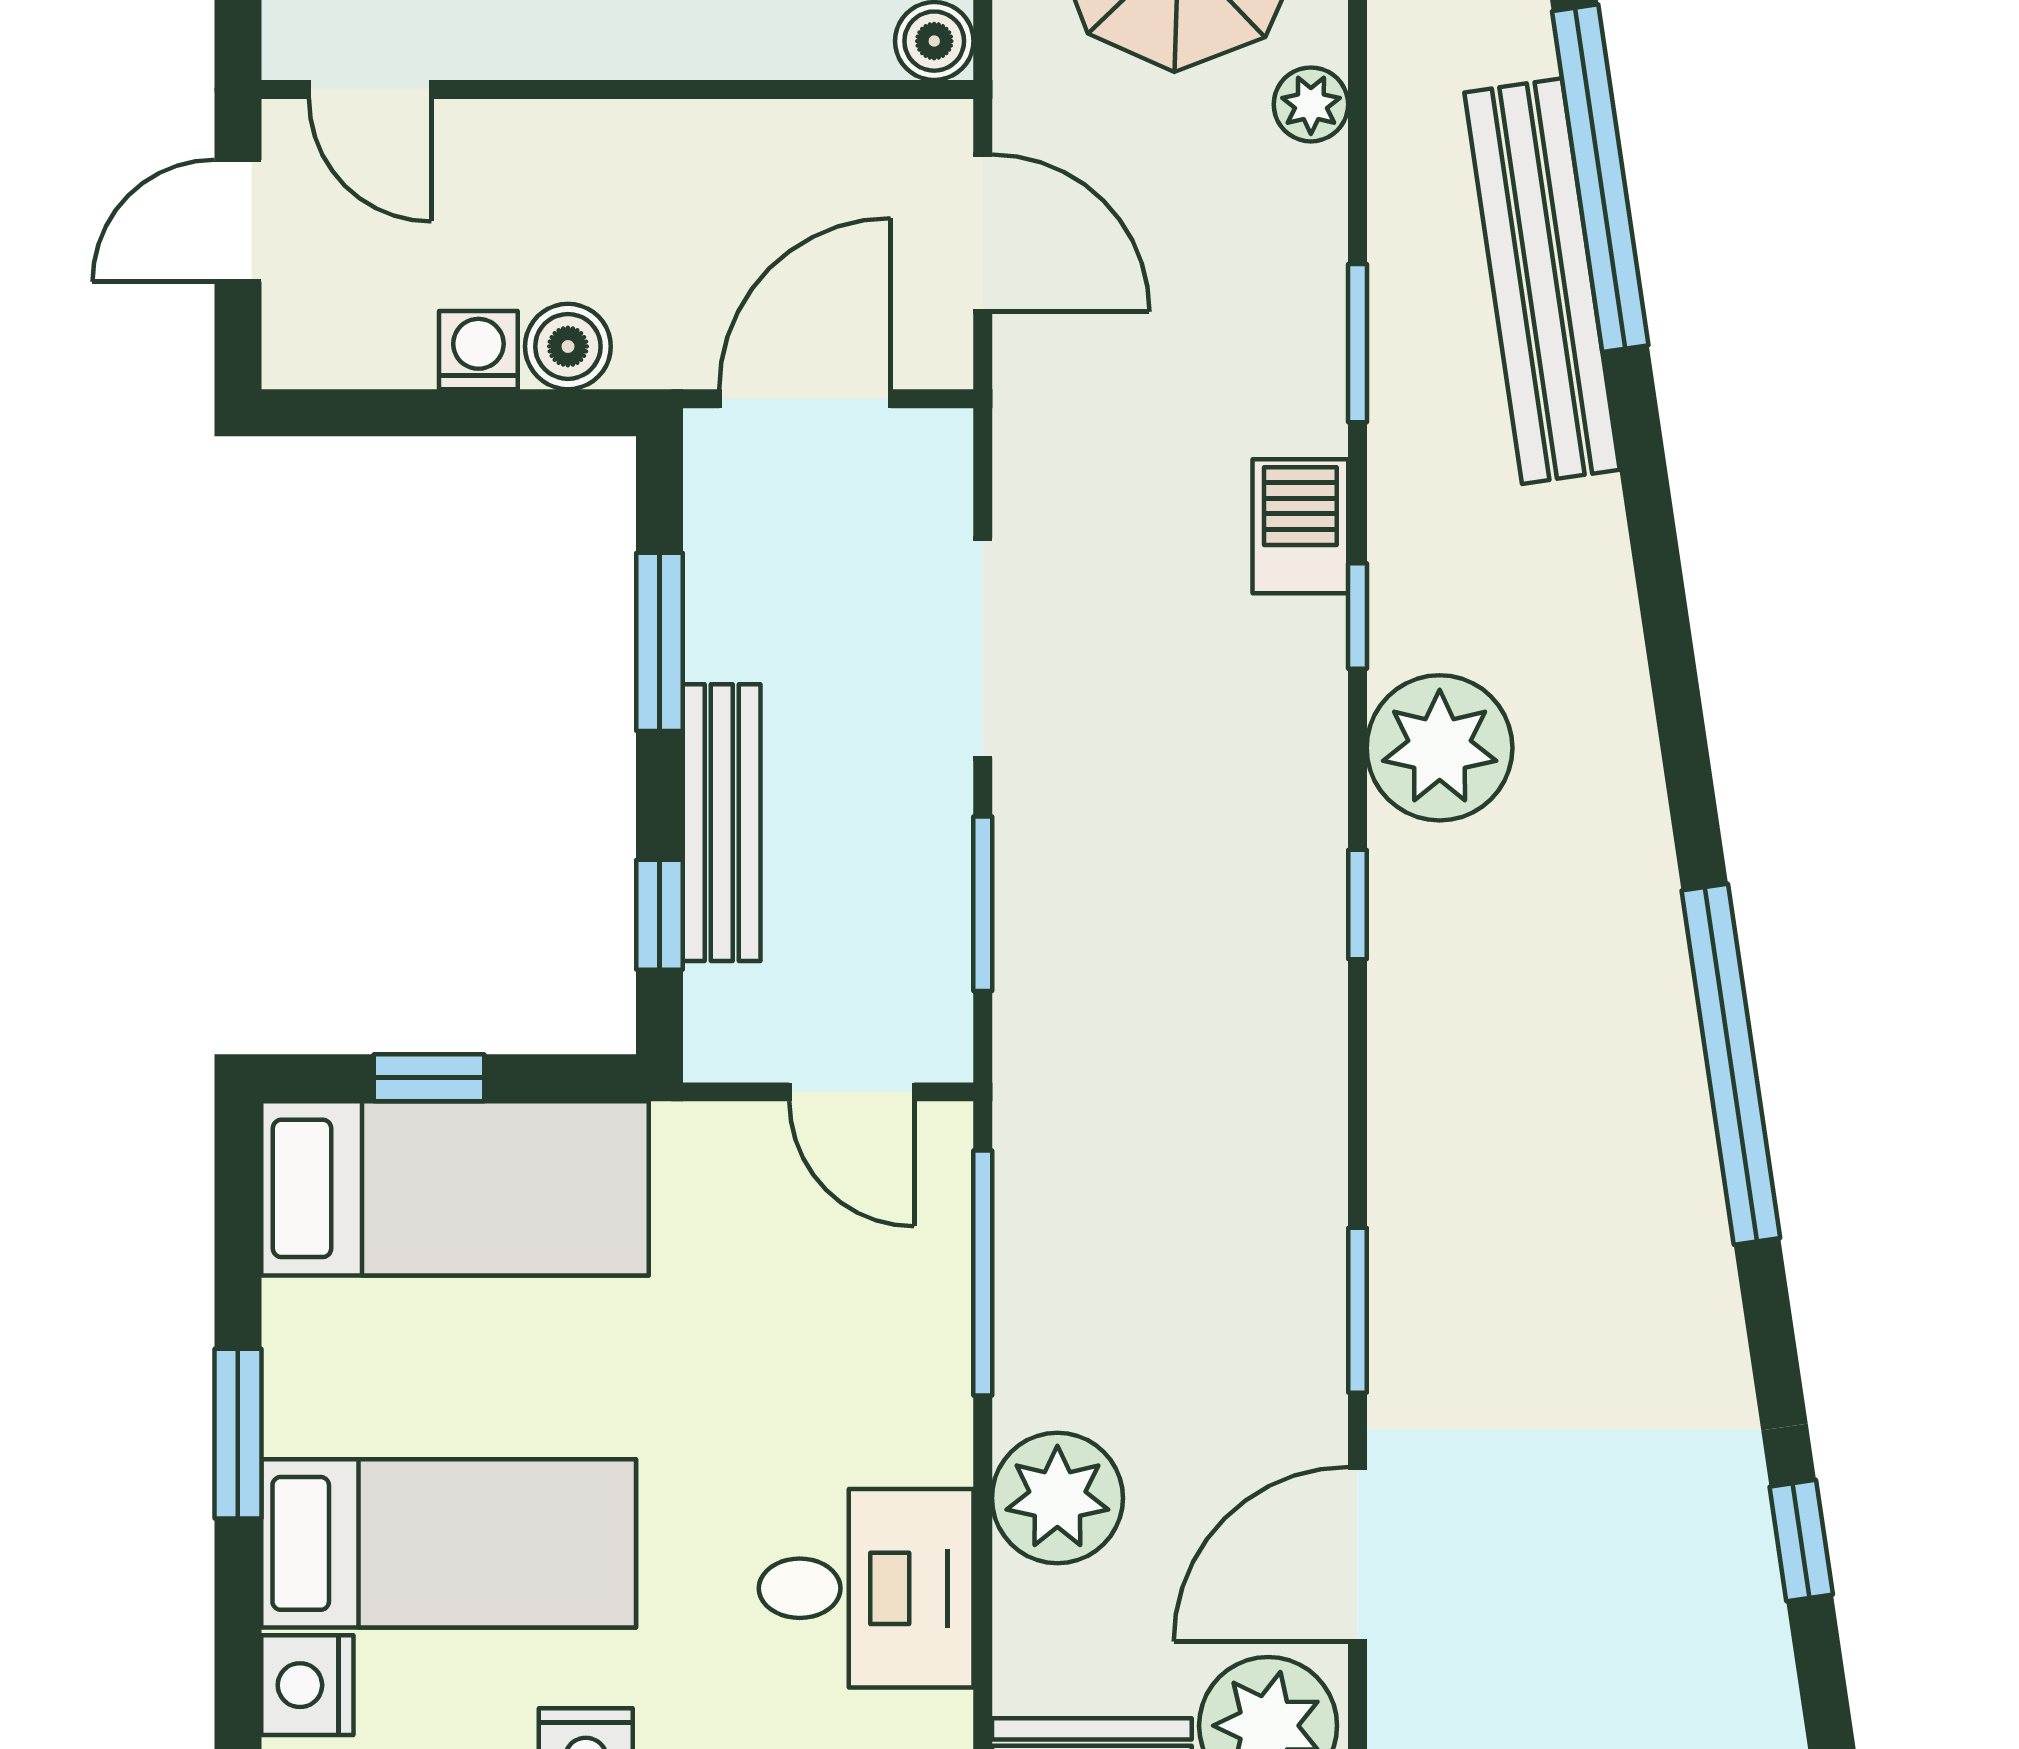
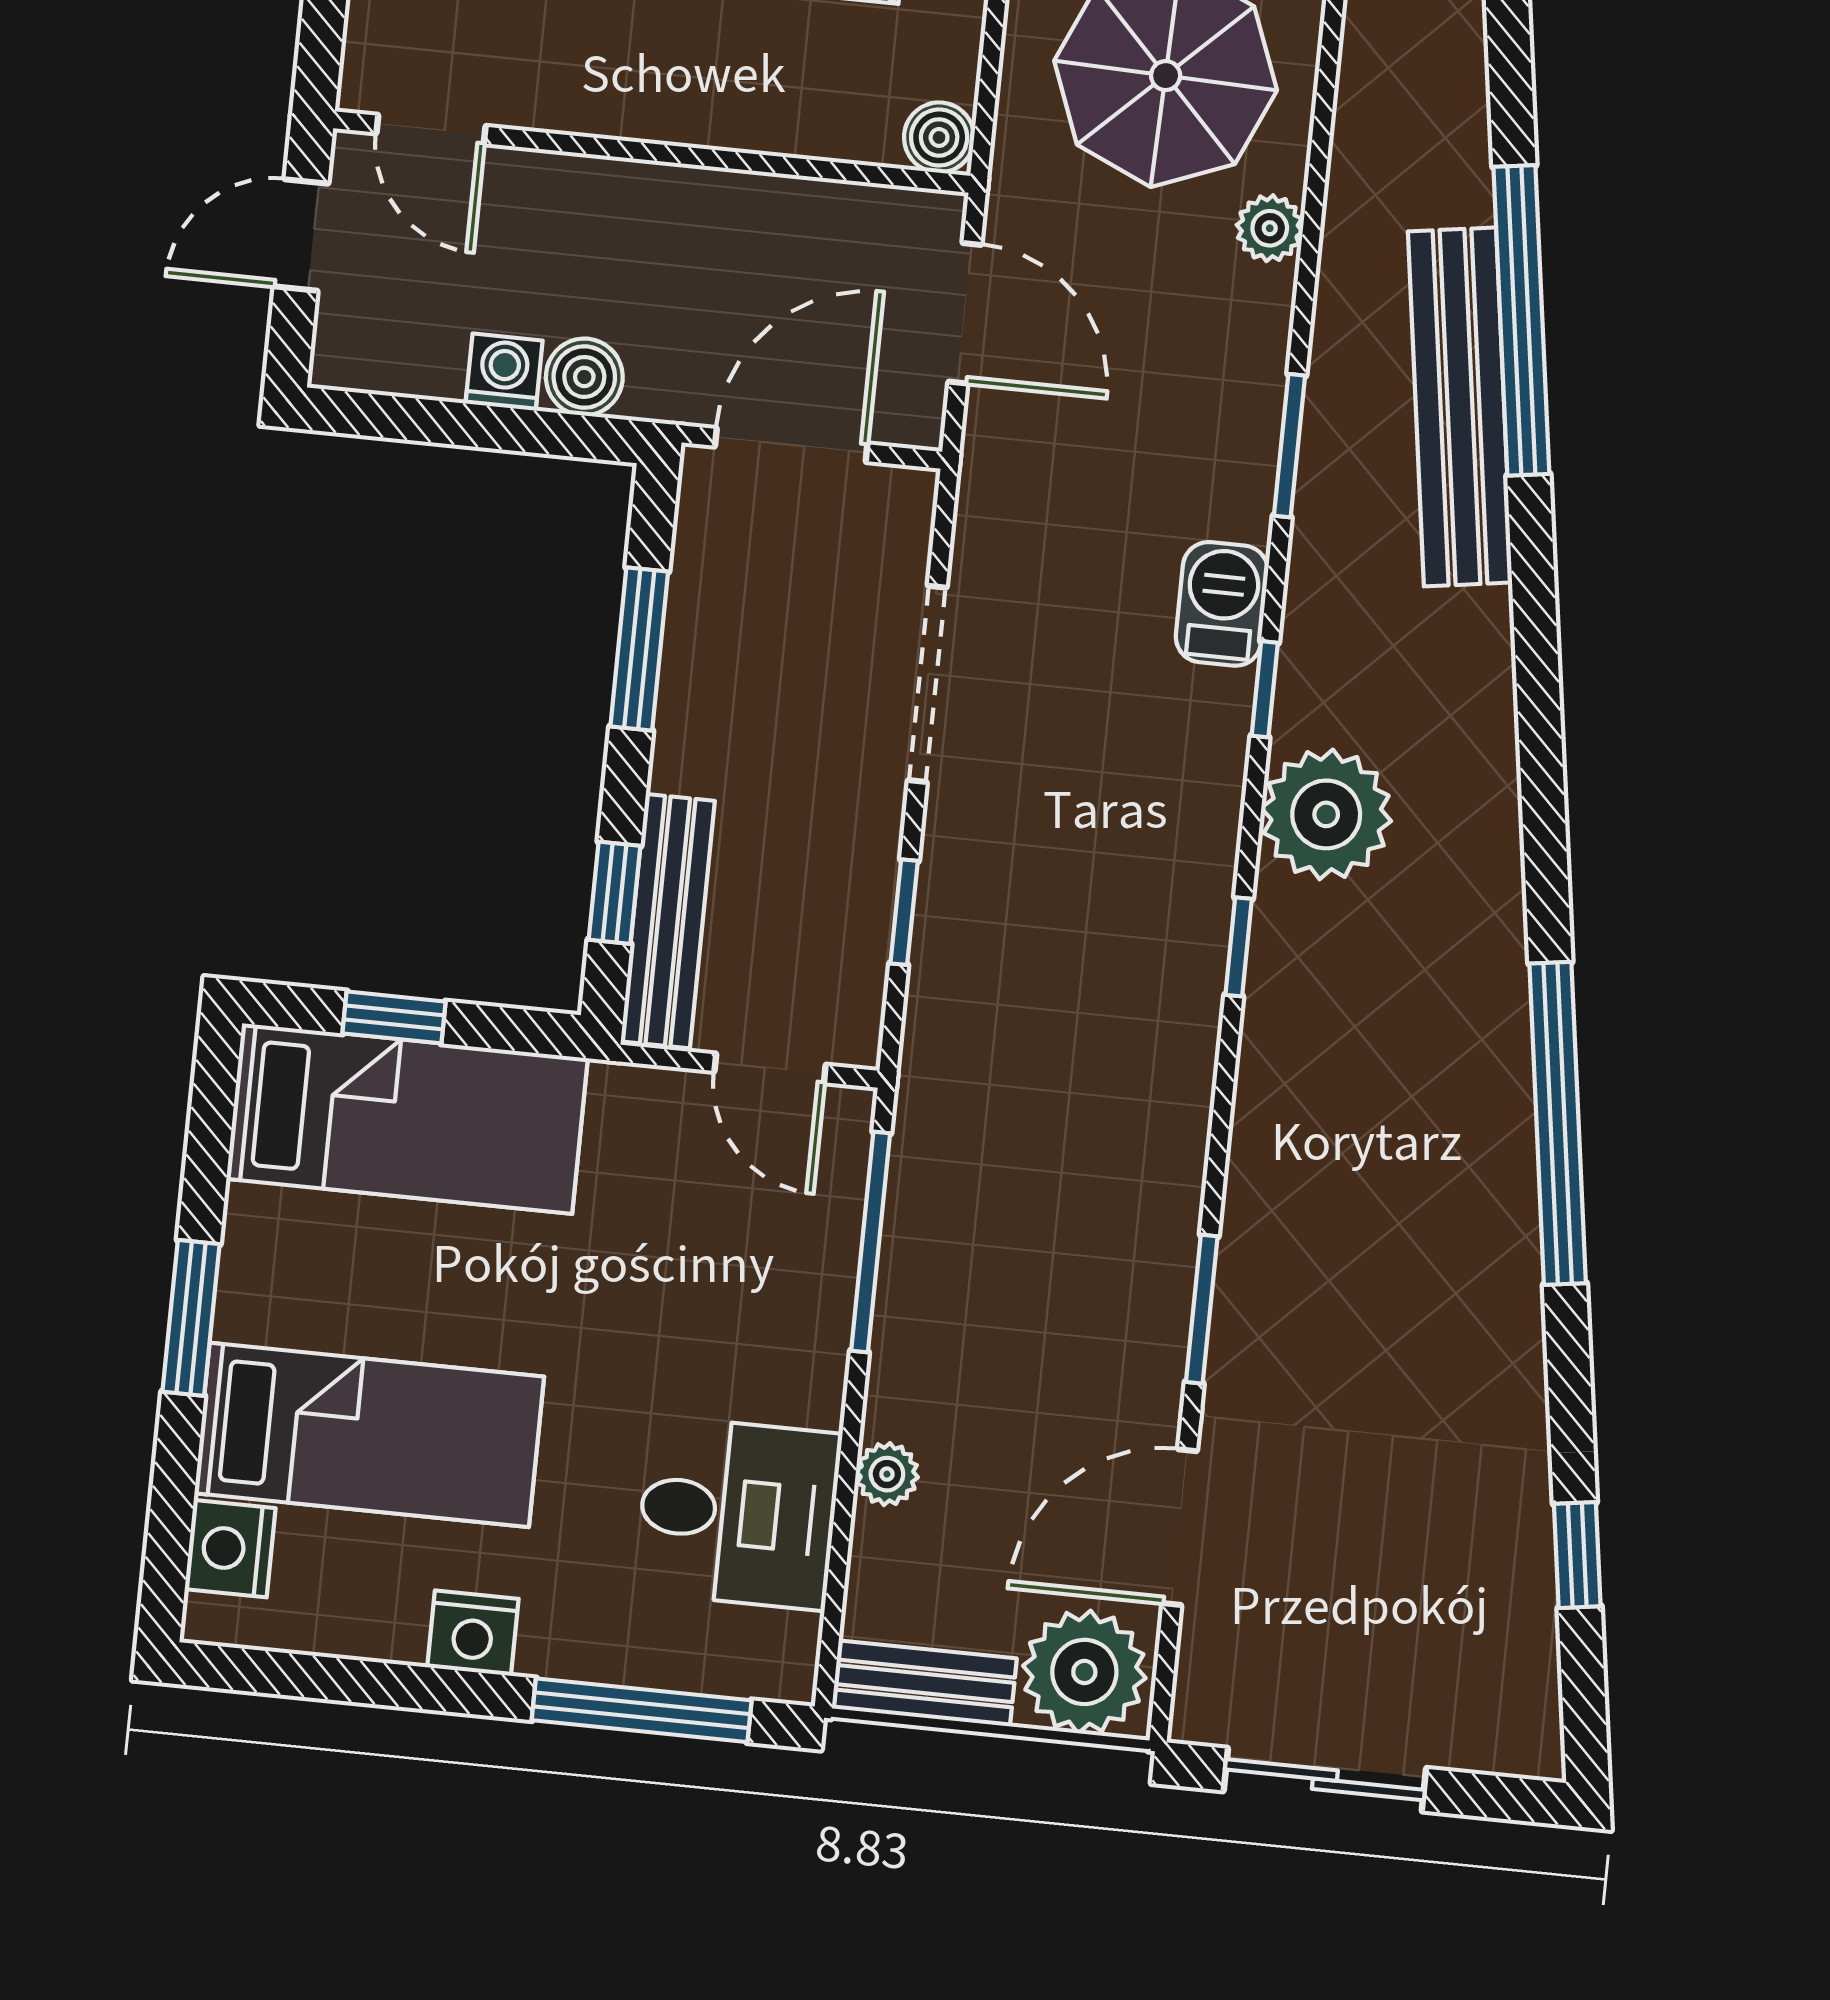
bench: (722, 823) -> (668, 921), moved
window: (983, 904) -> (904, 912), width x0.67
plant: (1057, 1498) -> (887, 1474), width x0.53, depth x0.53

